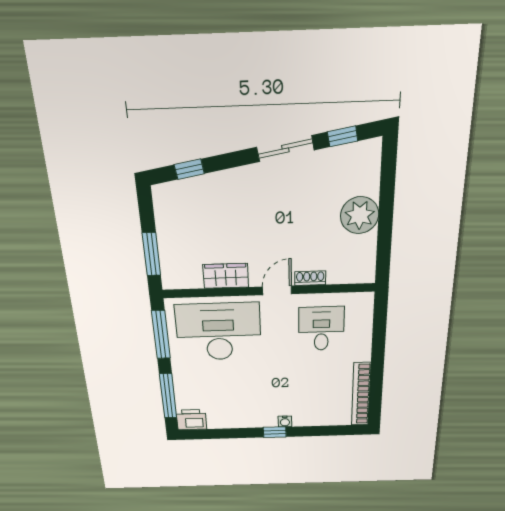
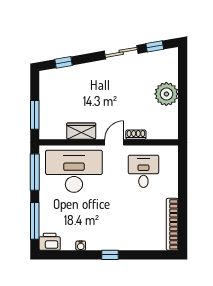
water cooler: (285, 421) -> (81, 246), moved

